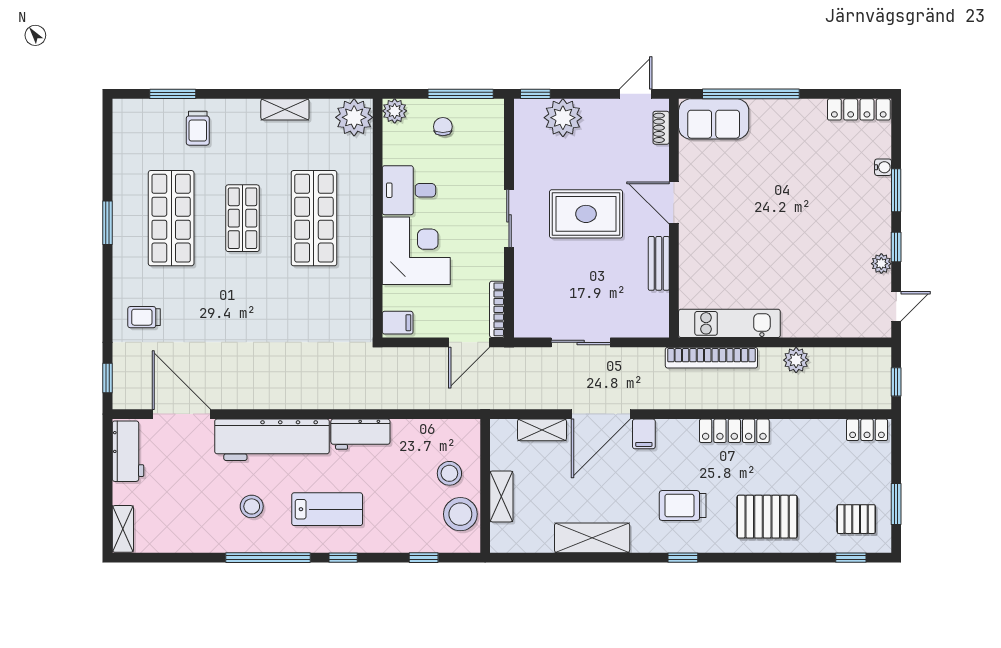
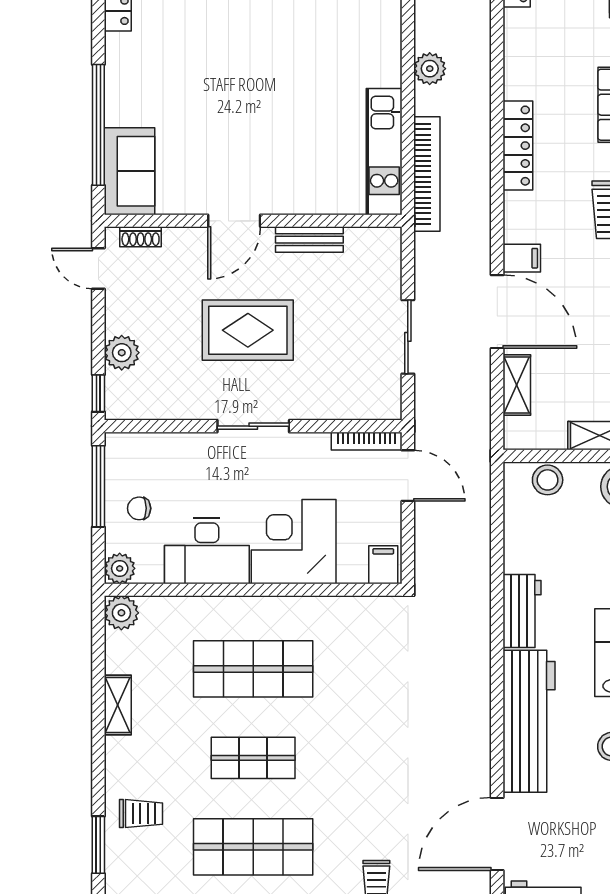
plant: (354, 117) -> (121, 613), width x0.73, depth x0.73
plant: (563, 118) -> (122, 353), width x0.73, depth x0.73
desk: (409, 190) -> (207, 551), width x1.37
rug: (586, 214) -> (248, 330), turned 90
stool: (449, 473) -> (548, 480), moved

